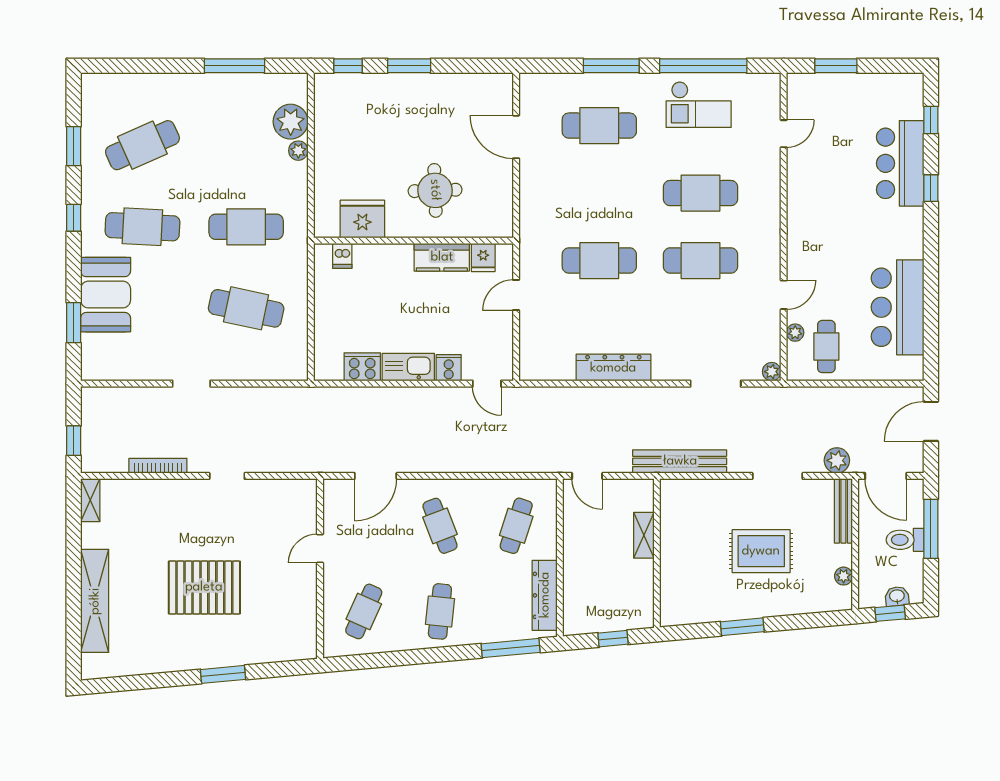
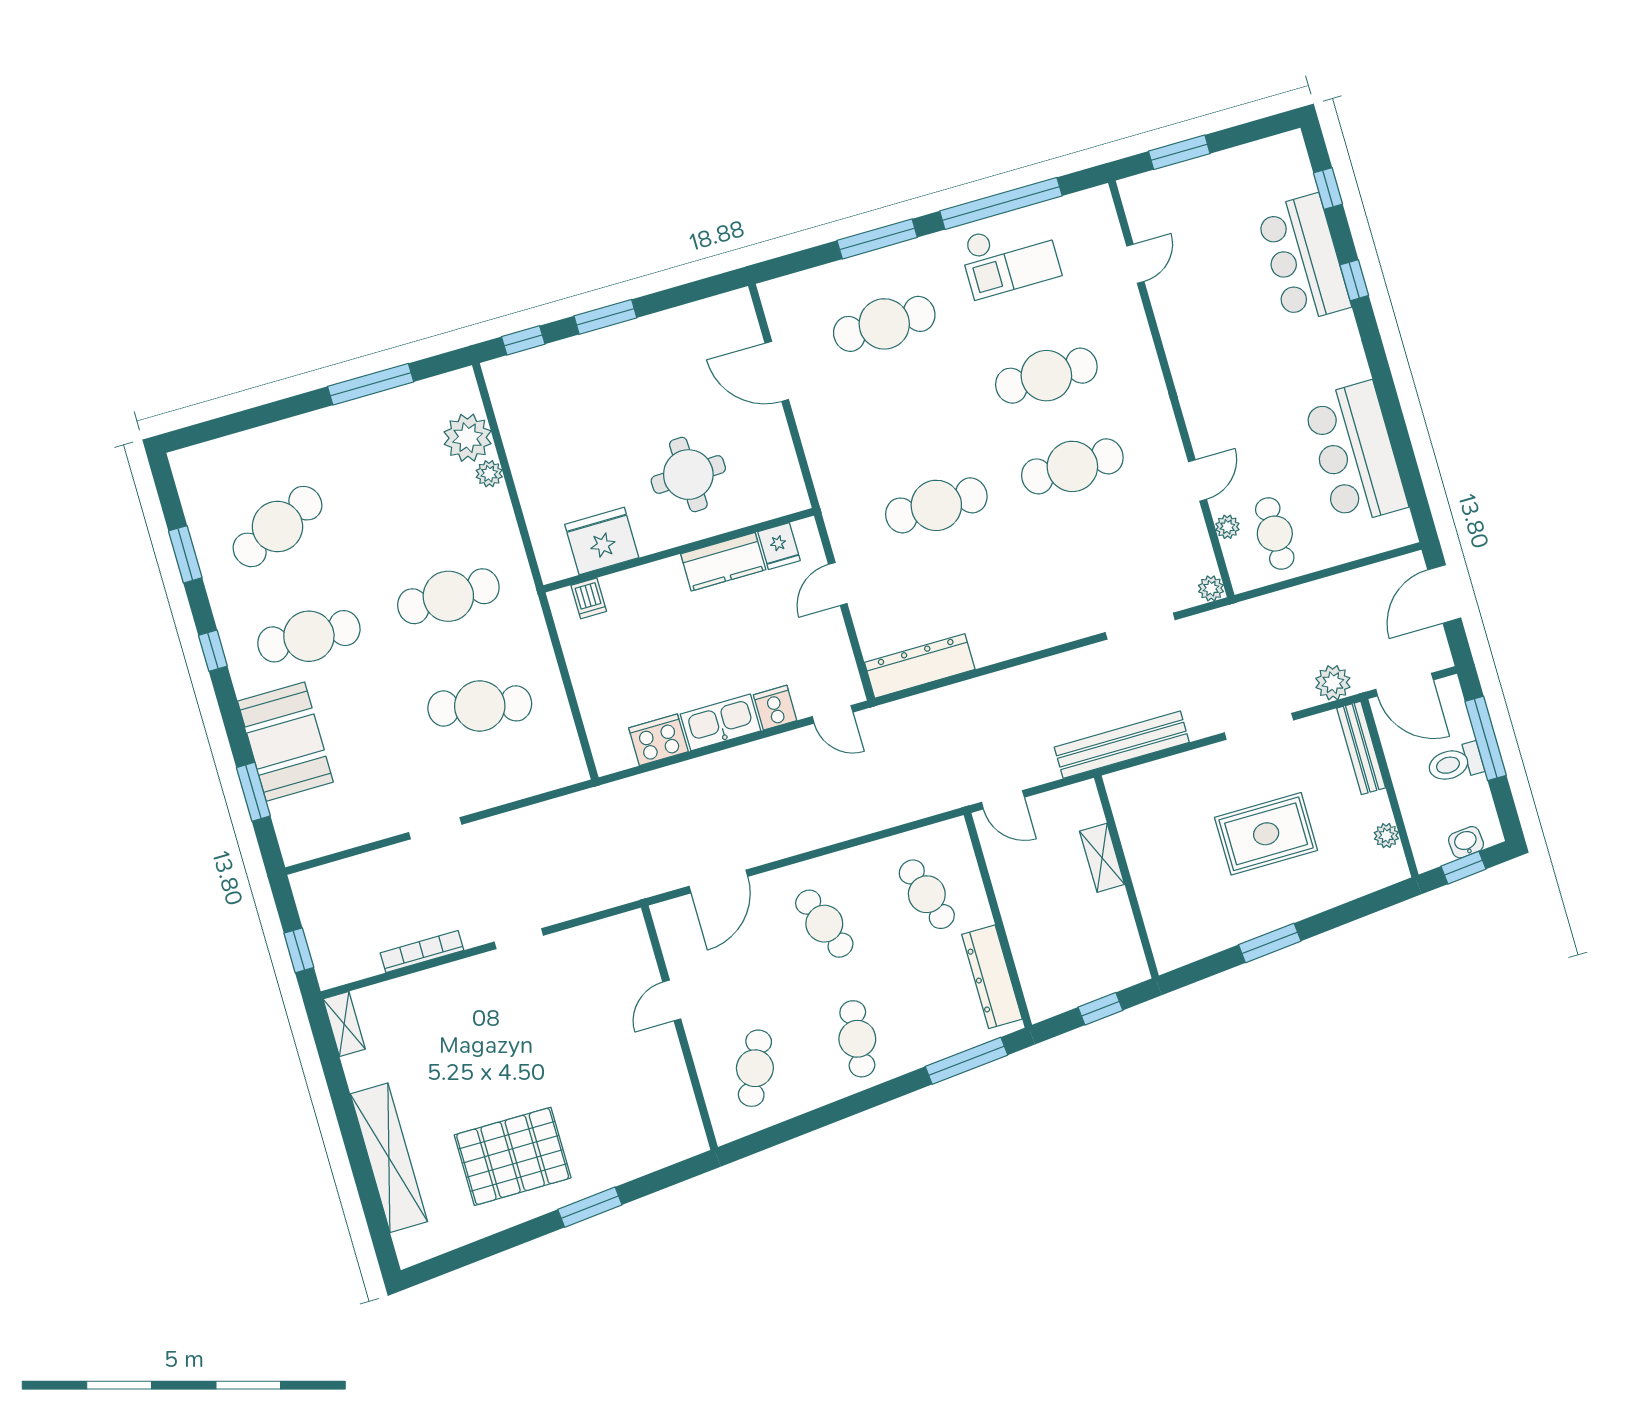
dresser: (613, 368) -> (920, 666), moved
cafe table: (516, 526) -> (927, 894), turned -36
pallet: (204, 587) -> (513, 1156), moved

